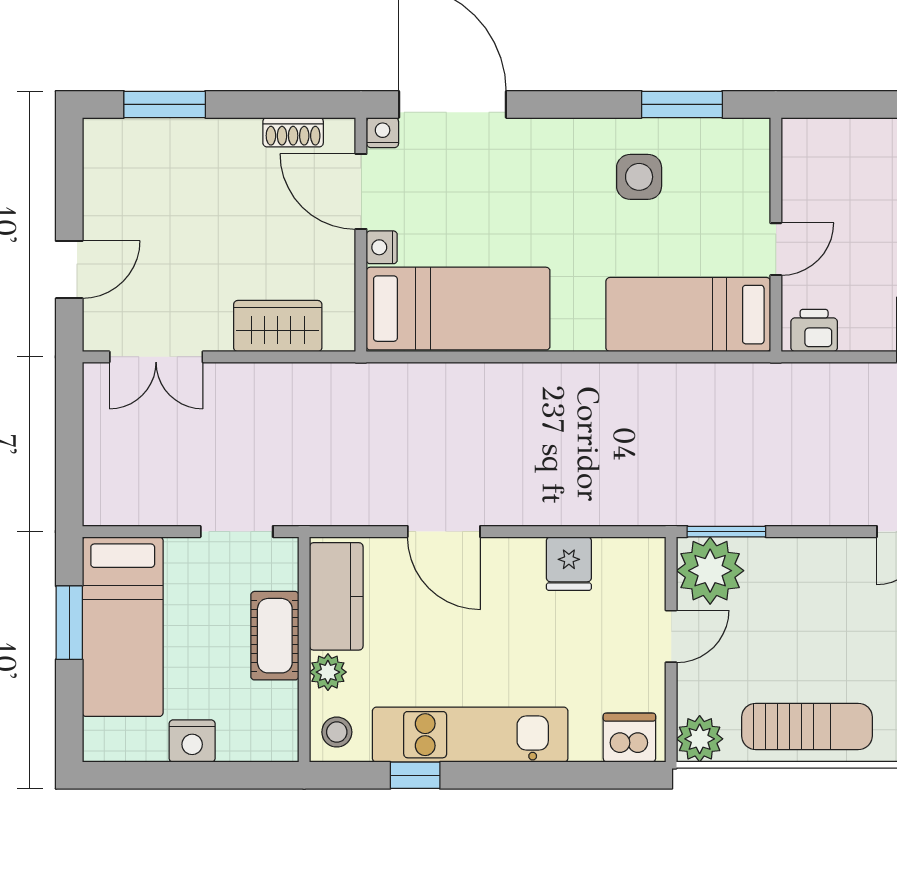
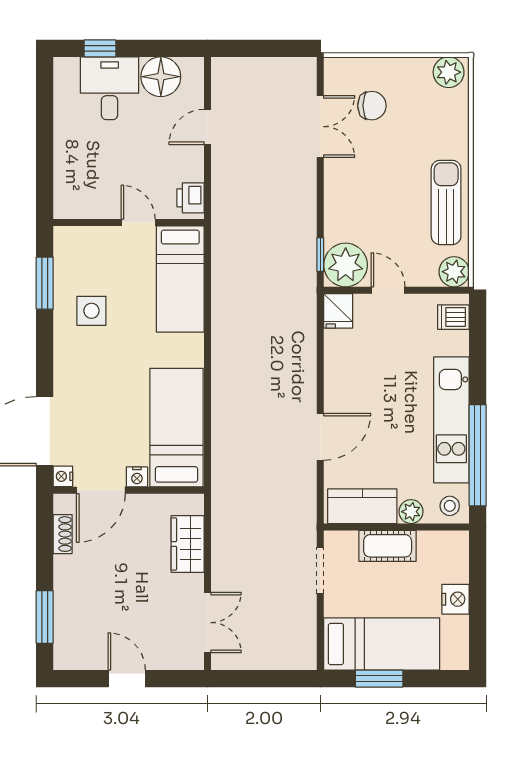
door: (69, 270) -> (127, 679), moved
window: (726, 532) -> (320, 254), width x0.67
fridge: (569, 564) -> (338, 311), moved, turned 90
dishwasher: (629, 738) -> (453, 317), width x0.73
window: (415, 775) -> (478, 455), width x3.17

